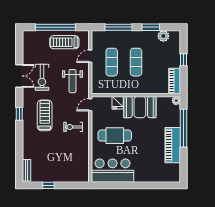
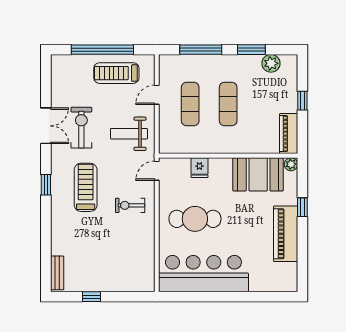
exercise bike: (42, 77) -> (81, 128), turned 180
weight bench: (72, 81) -> (129, 134), turned 90
booth: (140, 107) -> (258, 174), moved
window: (184, 128) -> (302, 207), width x0.32
bar counter: (113, 171) -> (203, 274), width x1.36

